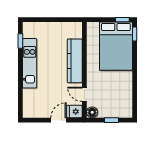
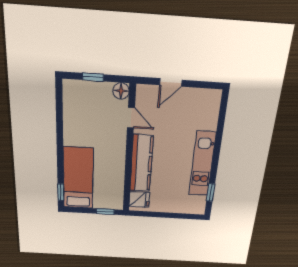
window: (122, 20) -> (105, 212), moved
bed: (116, 46) -> (78, 178), width x0.67
fridge: (75, 112) -> (139, 199), moved

